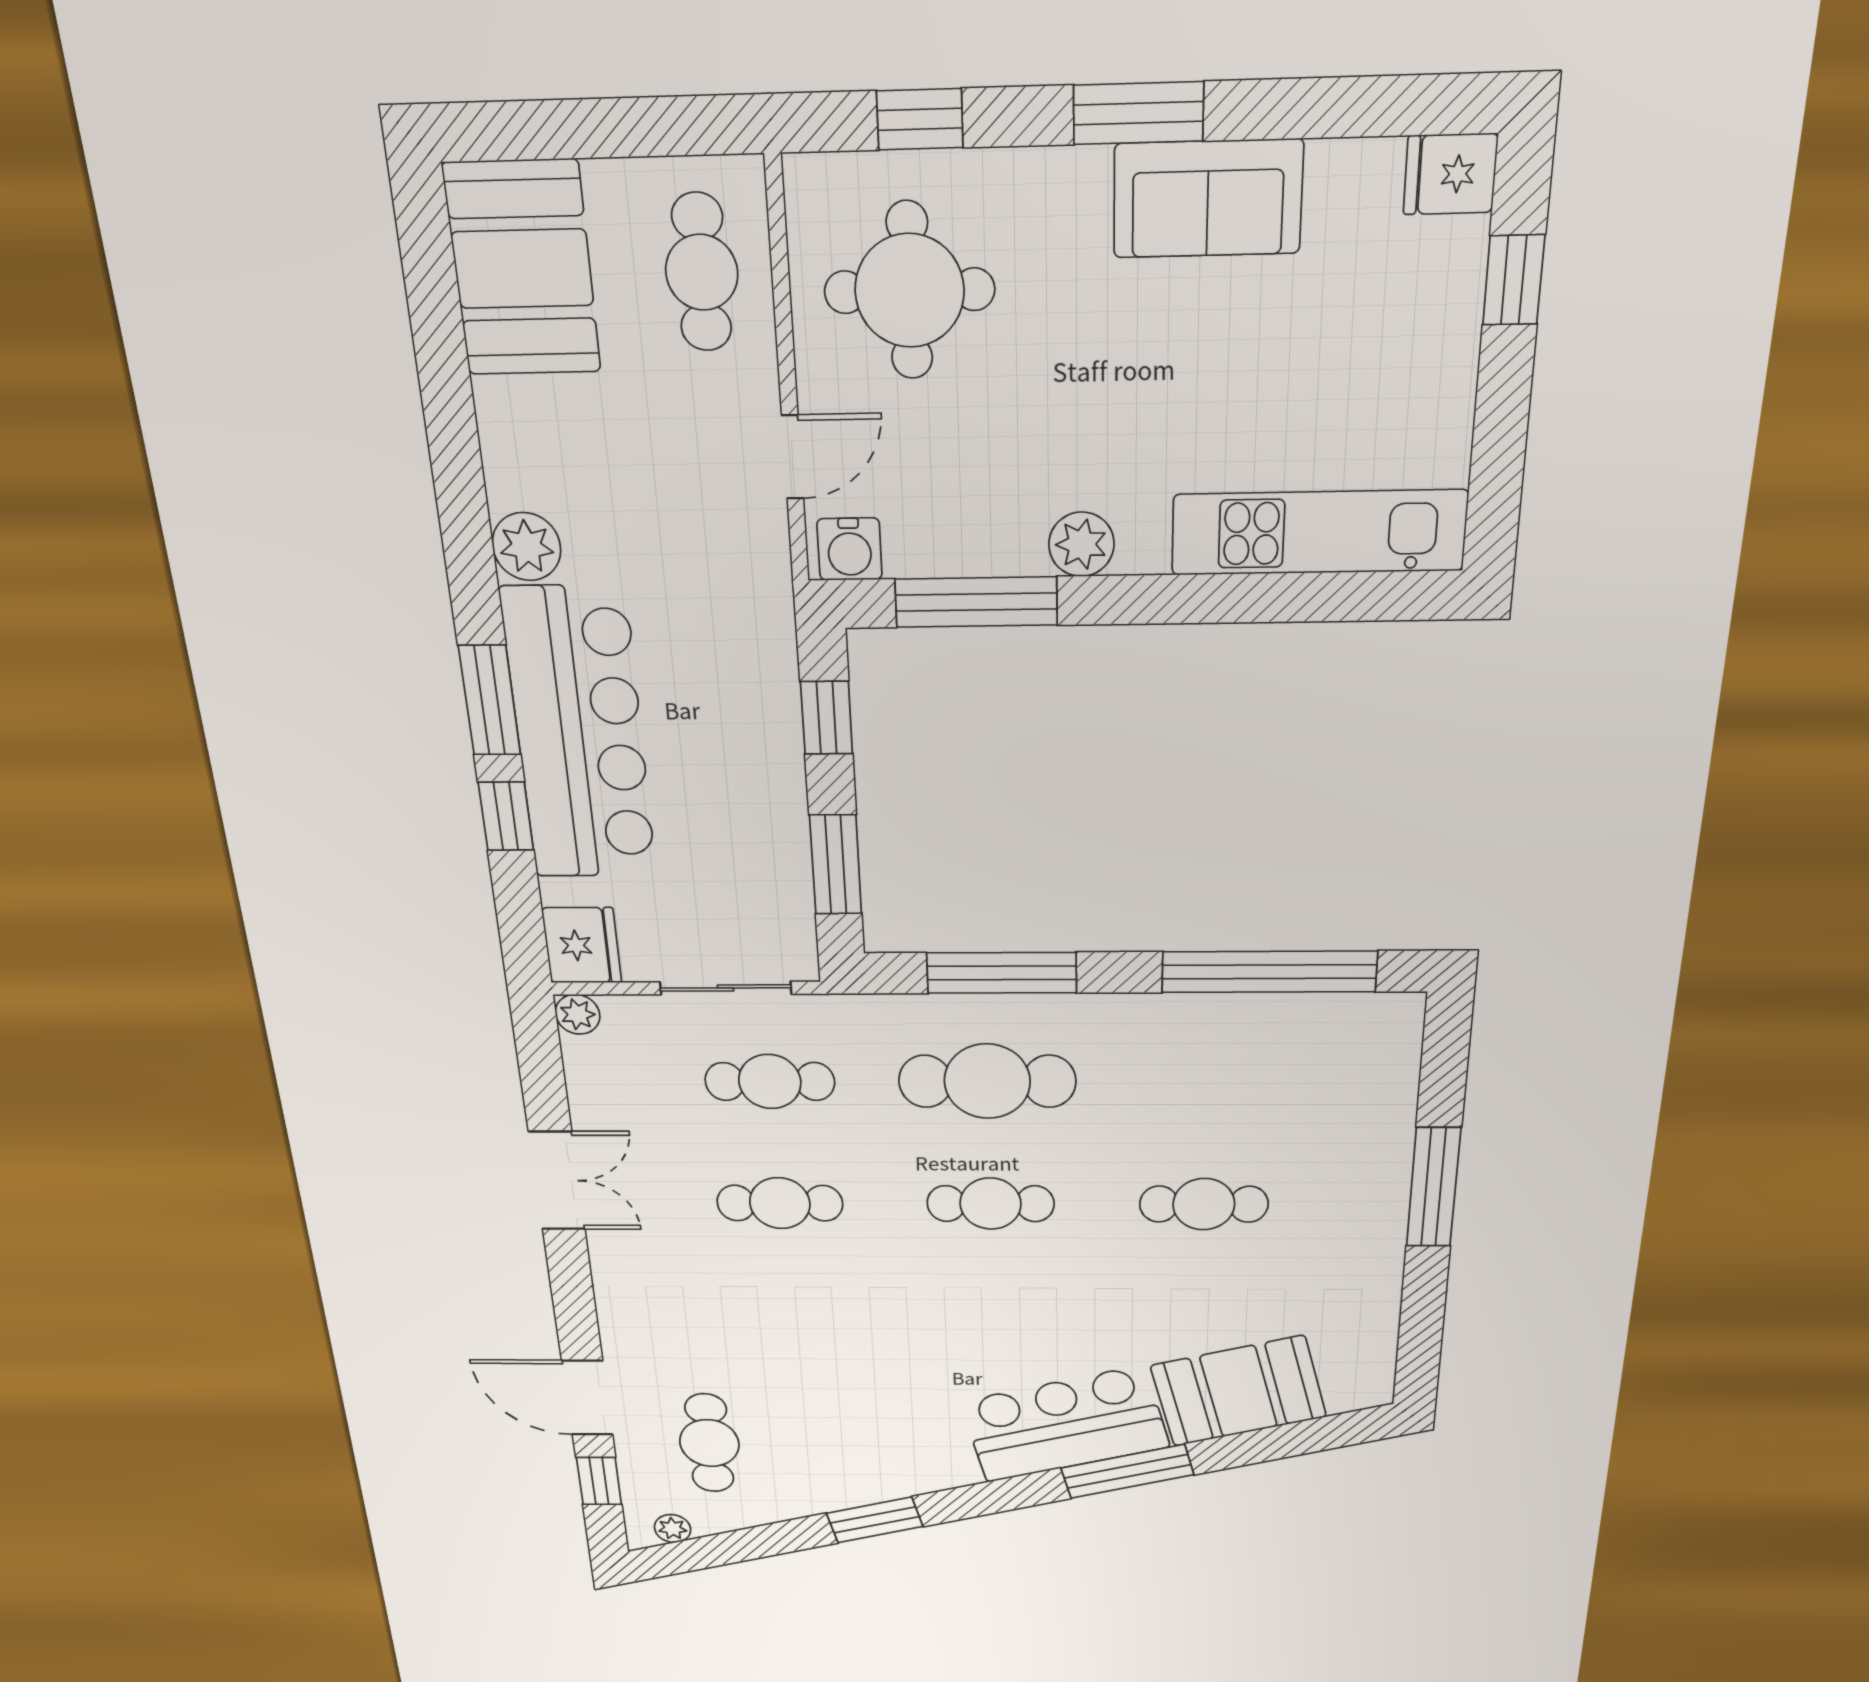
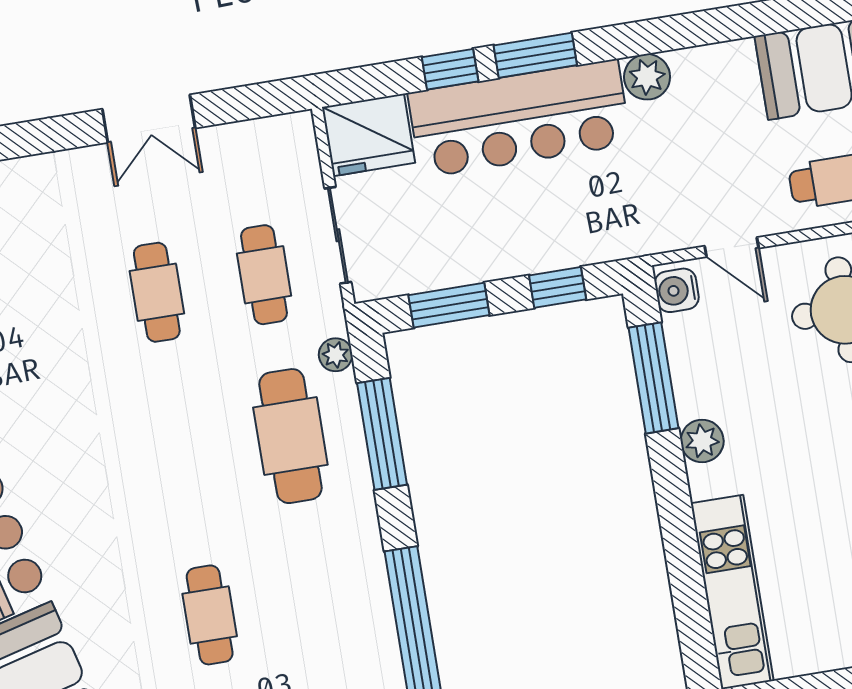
fridge: (582, 945) -> (369, 135), width x1.36, depth x1.34
plant: (578, 1014) -> (336, 355), moved
cafe table: (991, 1204) -> (183, 454), removed

